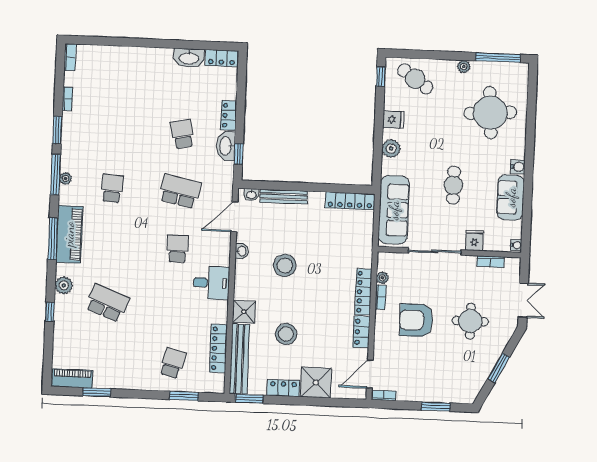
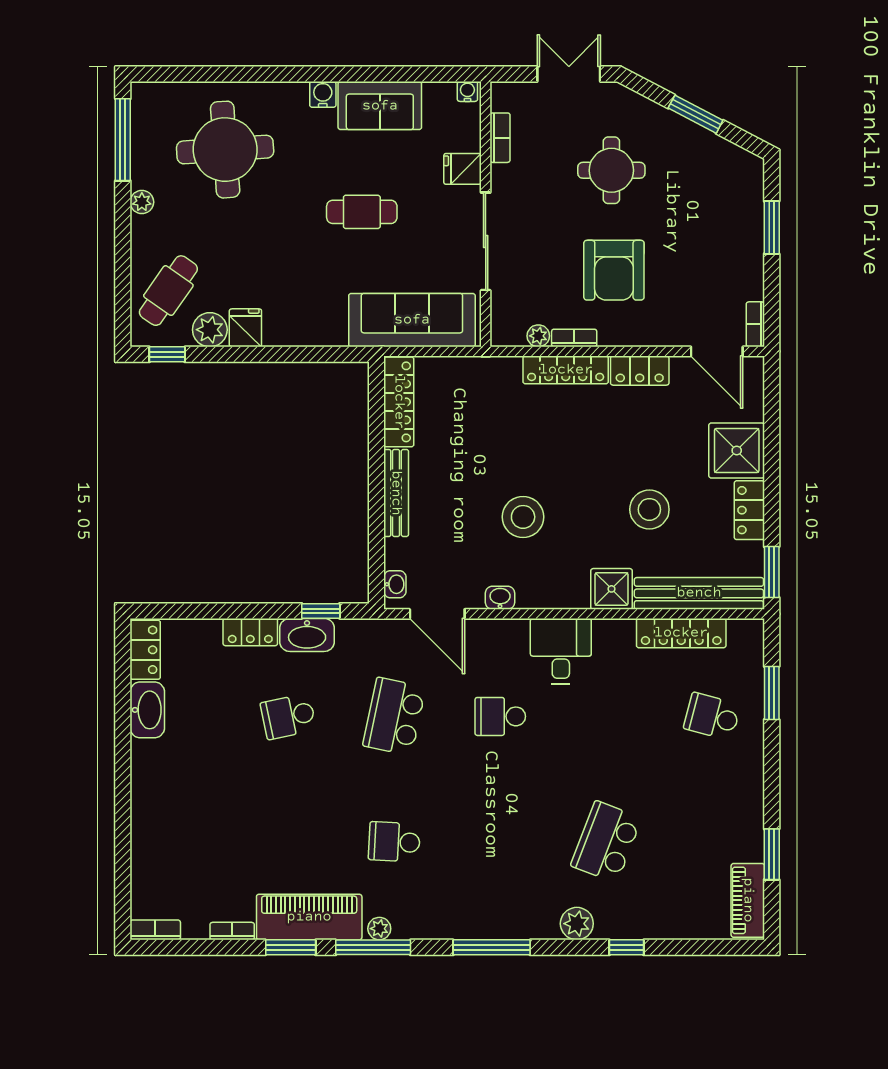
plant: (391, 149) -> (210, 330), moved
bench: (284, 197) -> (396, 493), moved
piano: (69, 234) -> (309, 917), moved

